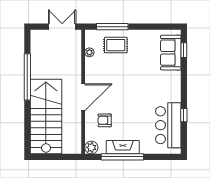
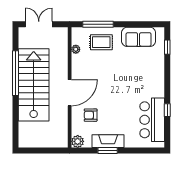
double door: (62, 27) -> (39, 24), moved
sofa: (171, 53) -> (139, 37), moved, turned -90
stairs: (46, 116) -> (34, 85), moved
window: (122, 157) -> (108, 151), width x0.47

